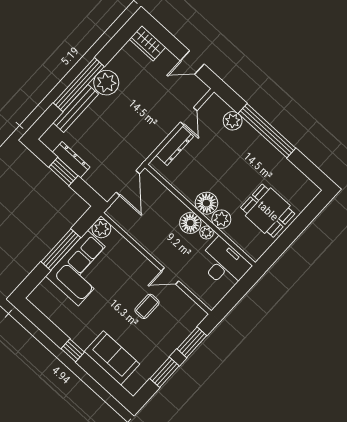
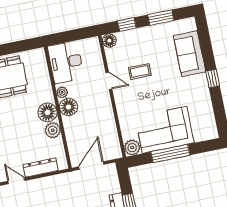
door: (189, 116) -> (16, 181), hinge flipped
plant: (221, 219) -> (53, 130), moved
floor lamp: (197, 315) -> (109, 41), added
window: (192, 342) -> (127, 24), width x0.67

